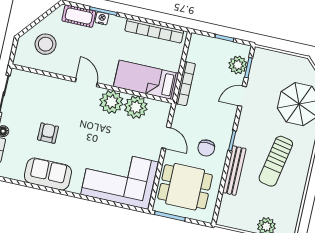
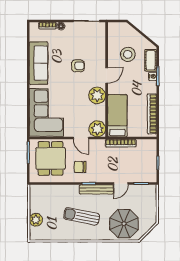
stool: (46, 44) -> (128, 54), moved
plant: (238, 65) -> (141, 176), removed
door: (242, 96) -> (121, 184), swing flipped
plant: (136, 107) -> (97, 129), moved
armchair: (48, 133) -> (78, 66), moved
door: (166, 138) -> (81, 138), hinge flipped
bench: (234, 171) -> (96, 189), moved
sofa: (48, 174) -> (38, 63), width x1.36

